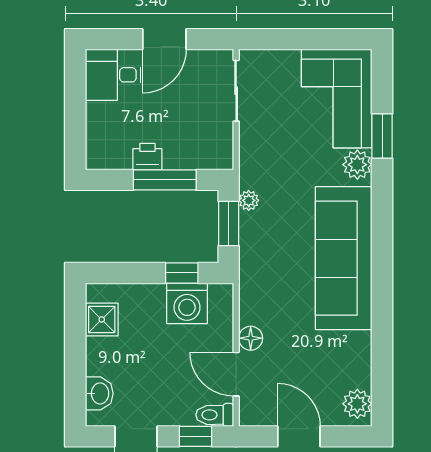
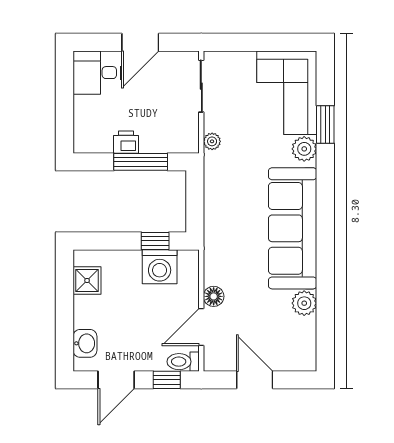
plant: (249, 200) -> (212, 141), moved
window: (229, 223) -> (195, 199), removed
door: (236, 374) -> (201, 327), hinge flipped
plant: (357, 404) -> (304, 303), moved

